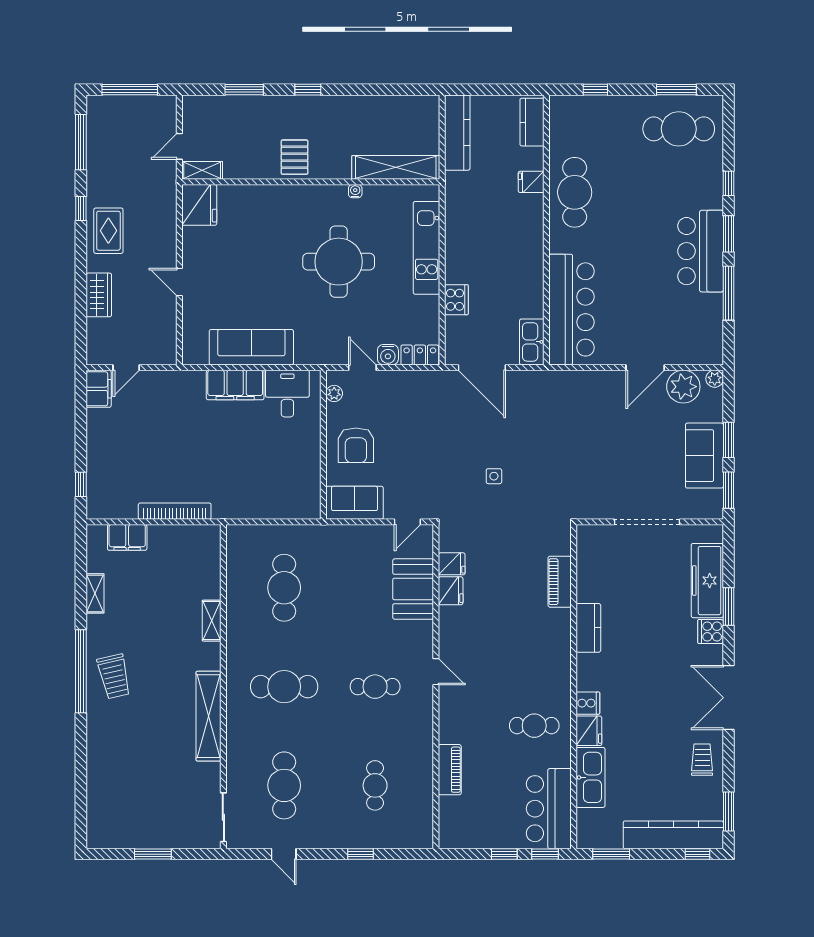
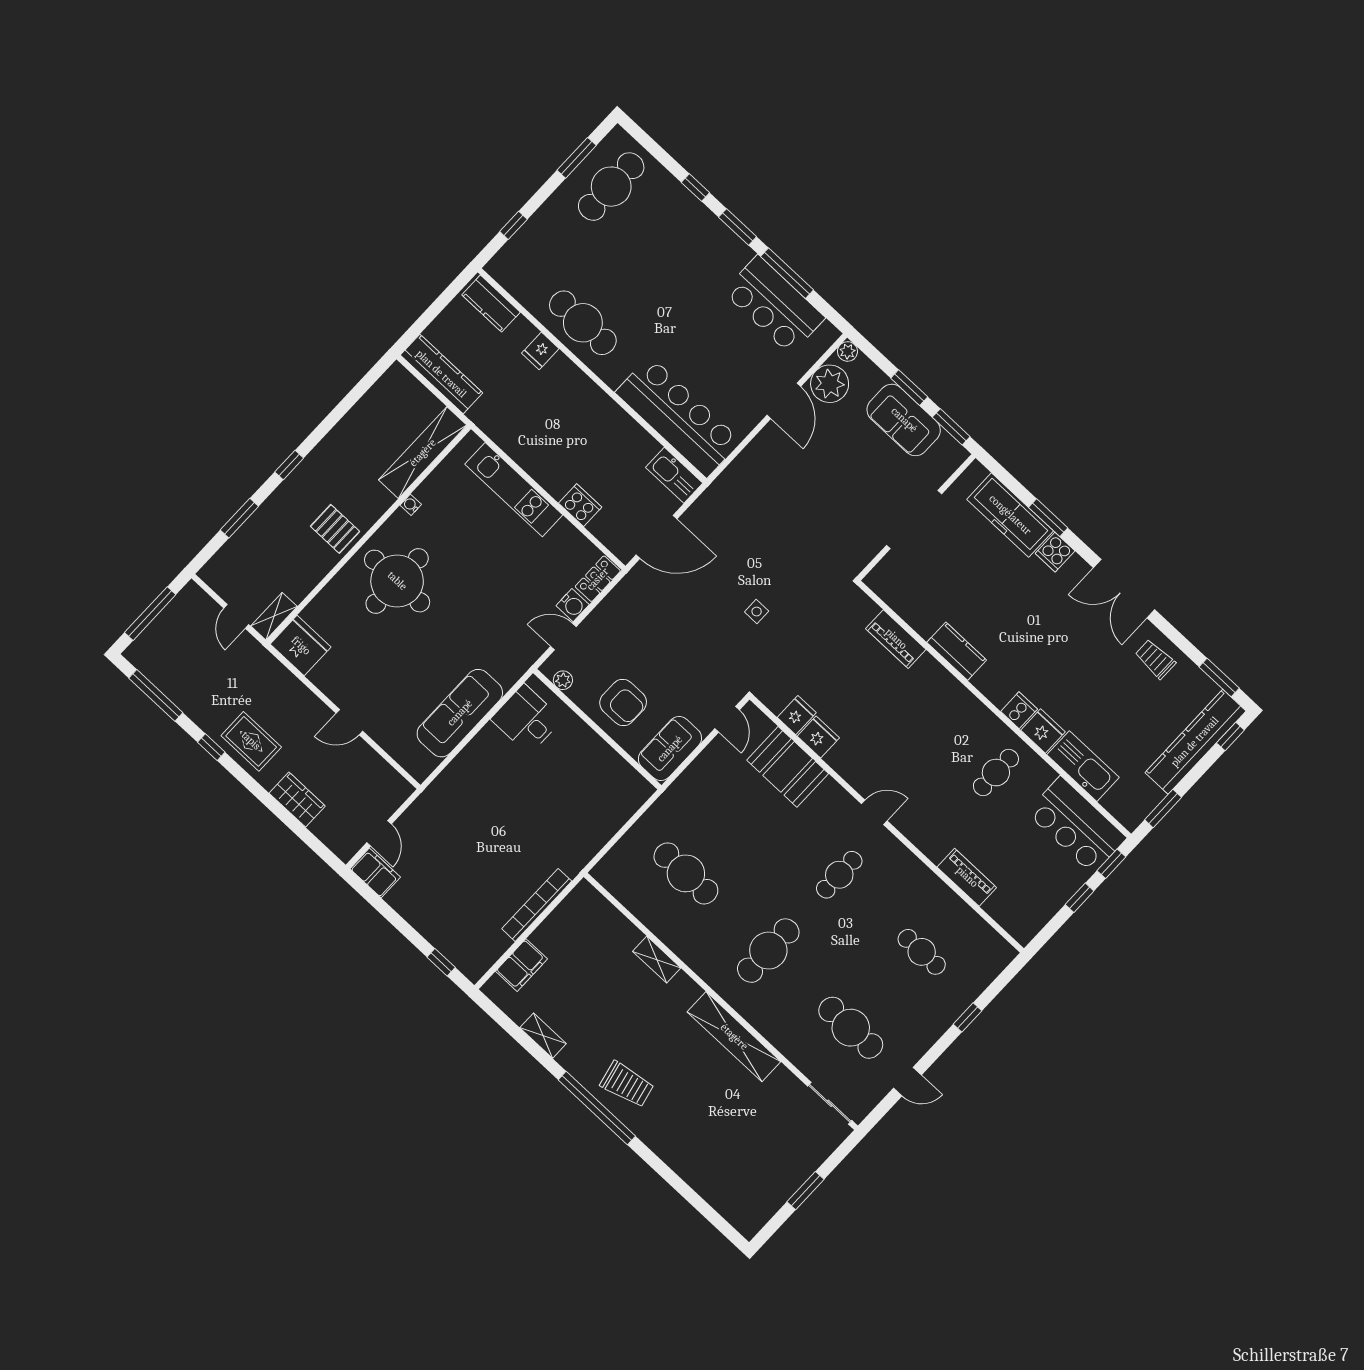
bar counter: (701, 251) -> (774, 305), moved
round table: (339, 262) -> (397, 581), moved
filing cabinet: (235, 385) -> (479, 756), removed

